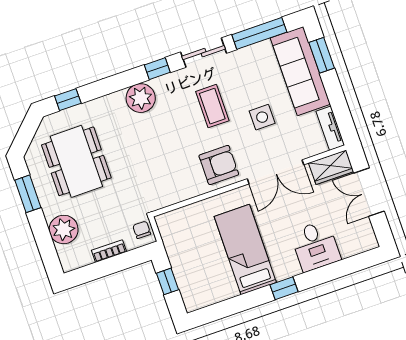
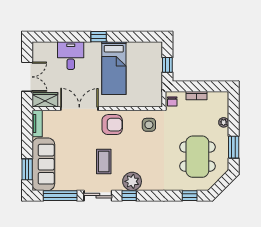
plant: (141, 98) -> (132, 181), moved
side table: (262, 117) -> (149, 125), moved
armchair: (219, 165) -> (112, 125), turned 180
plant: (64, 229) -> (224, 122), width x0.53, depth x0.53

